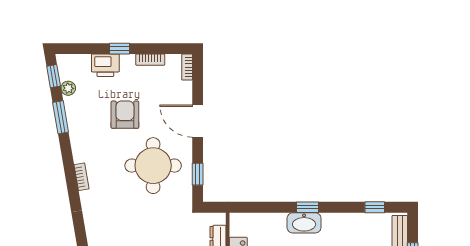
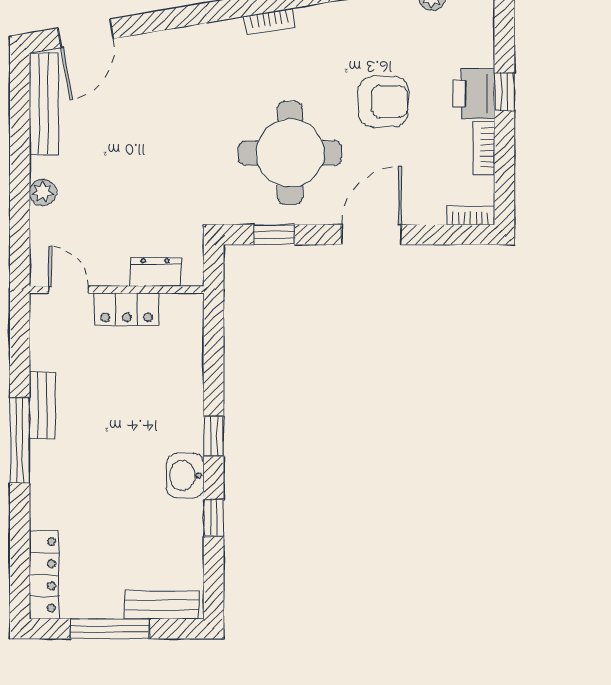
printer: (105, 65) -> (474, 94), moved
window: (375, 207) -> (214, 518), moved
washbasin: (304, 223) -> (185, 475), moved, width x0.72

